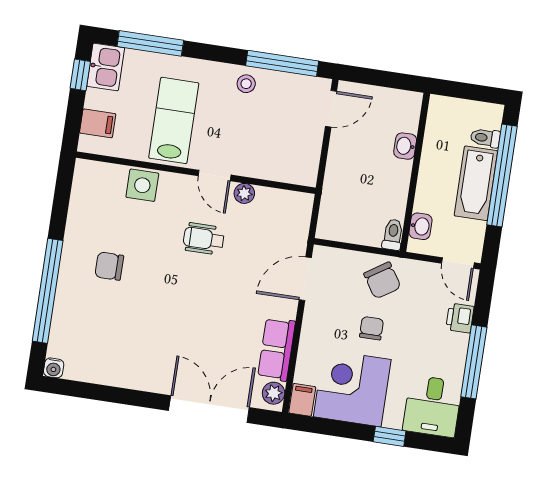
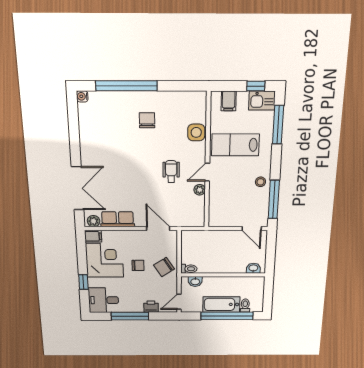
lab bench: (174, 120) -> (235, 145), turned 180
washbasin: (405, 146) -> (253, 268), moved

